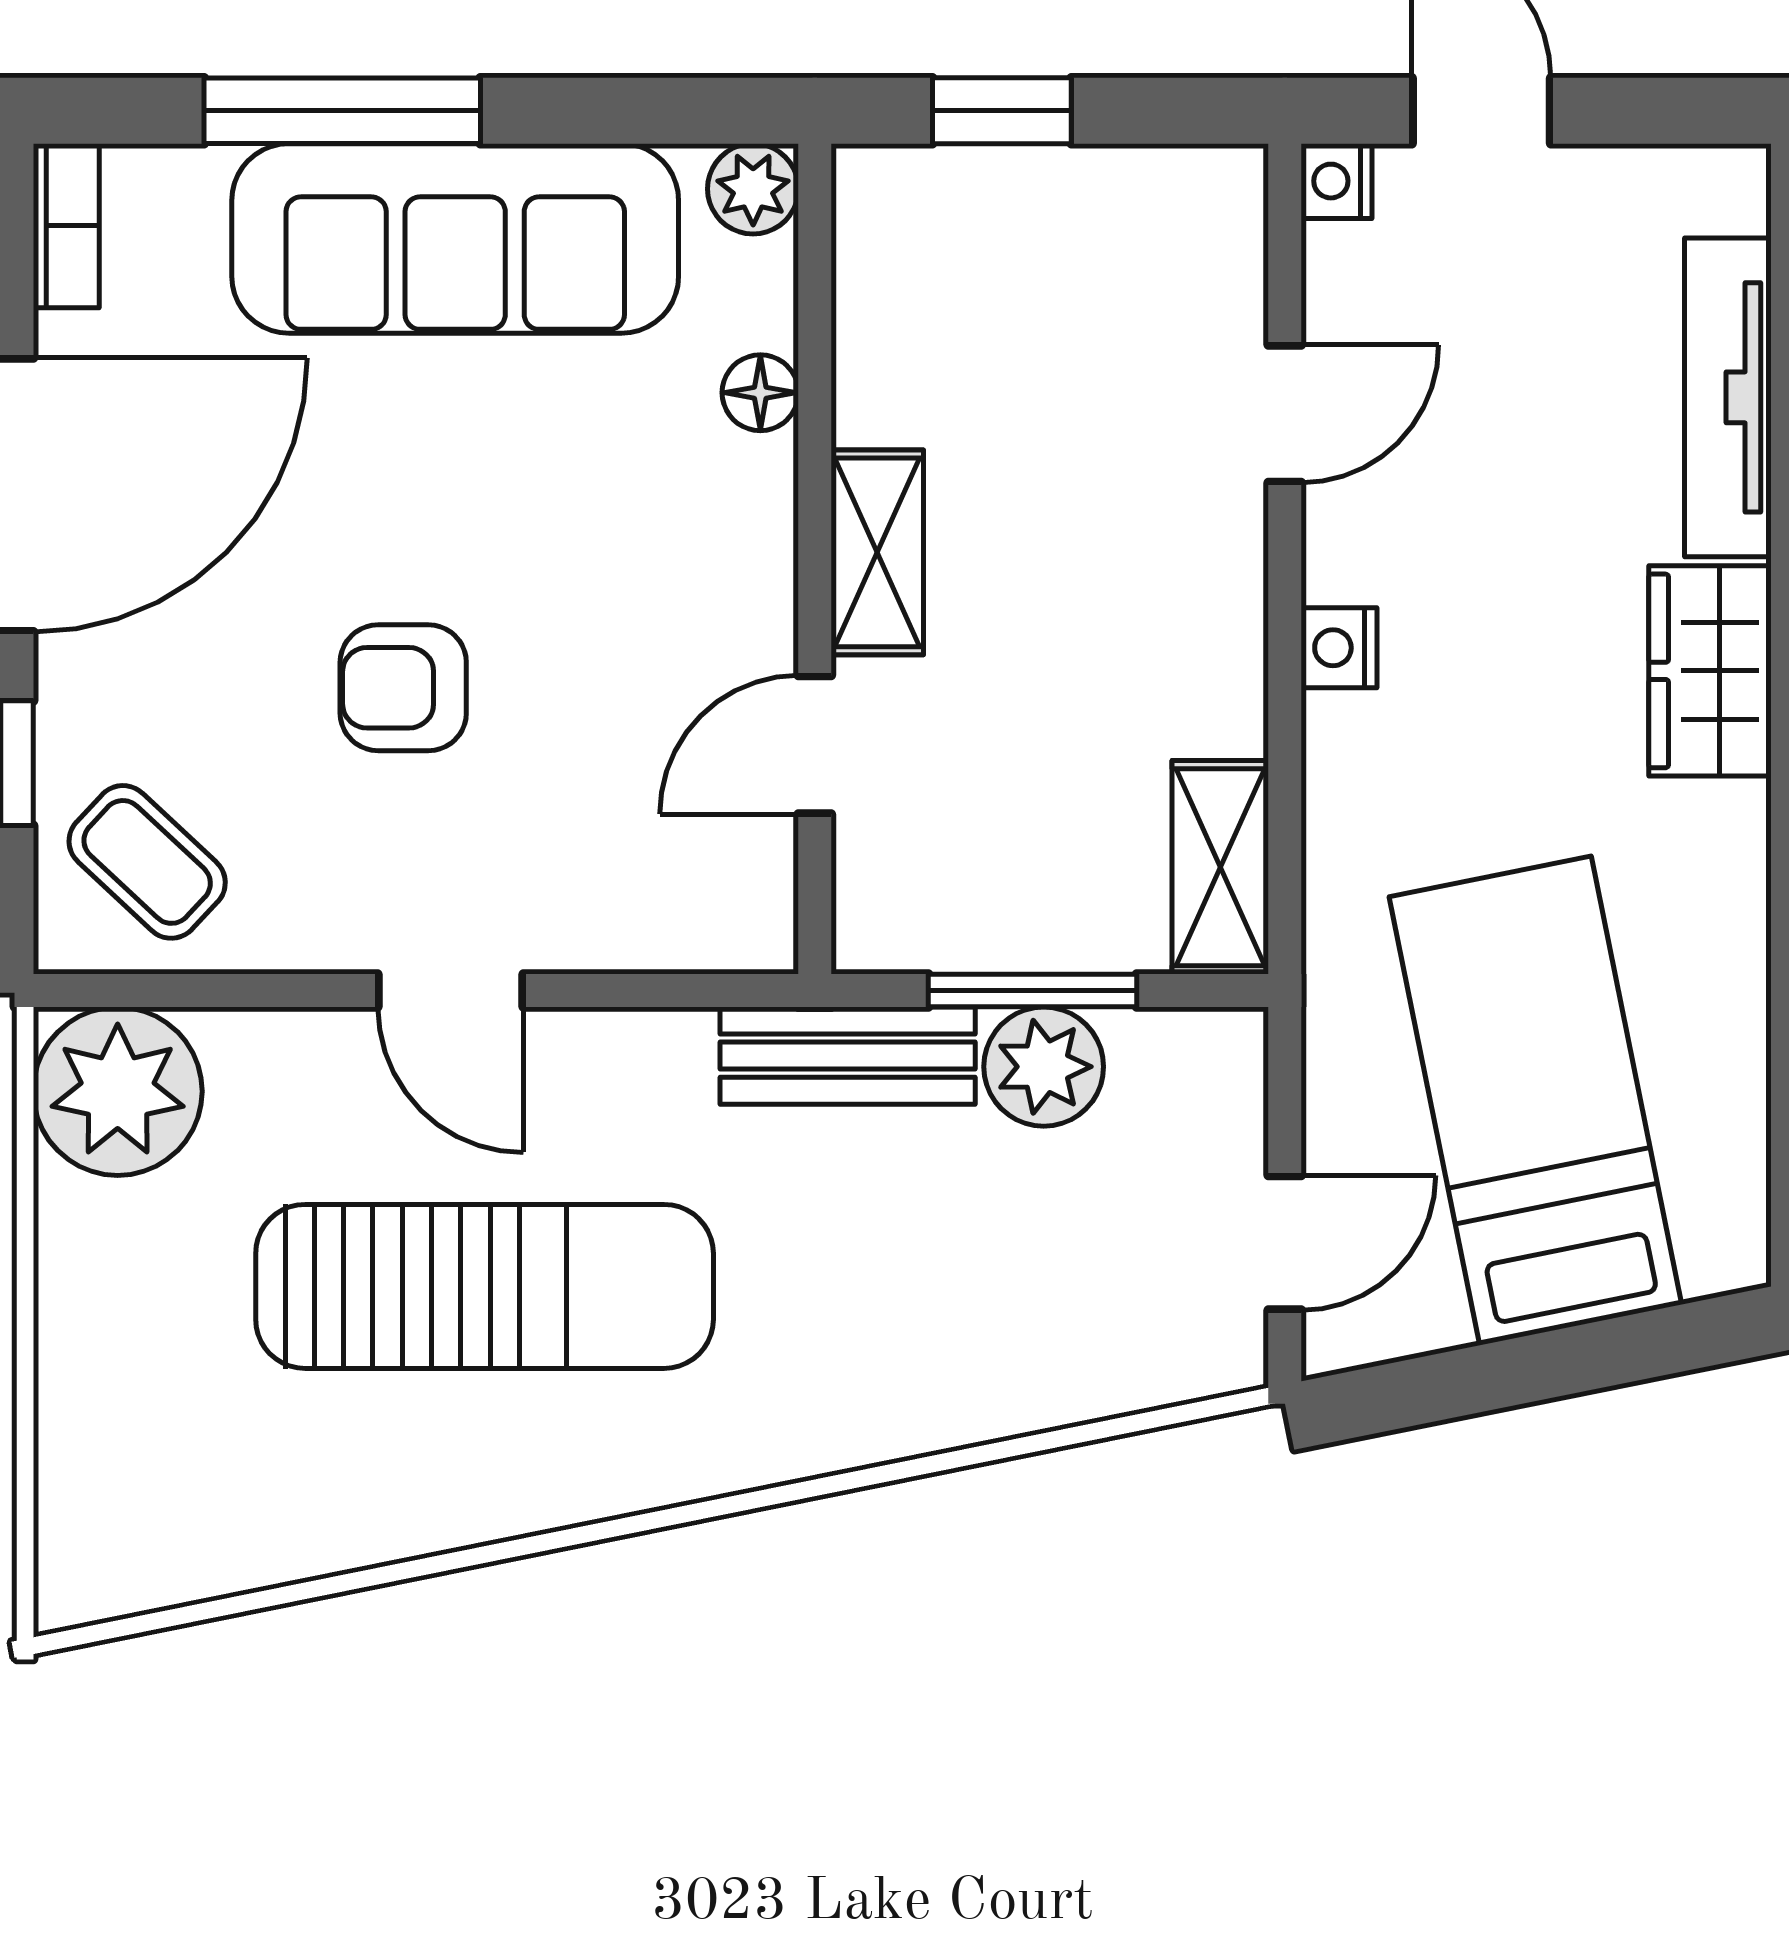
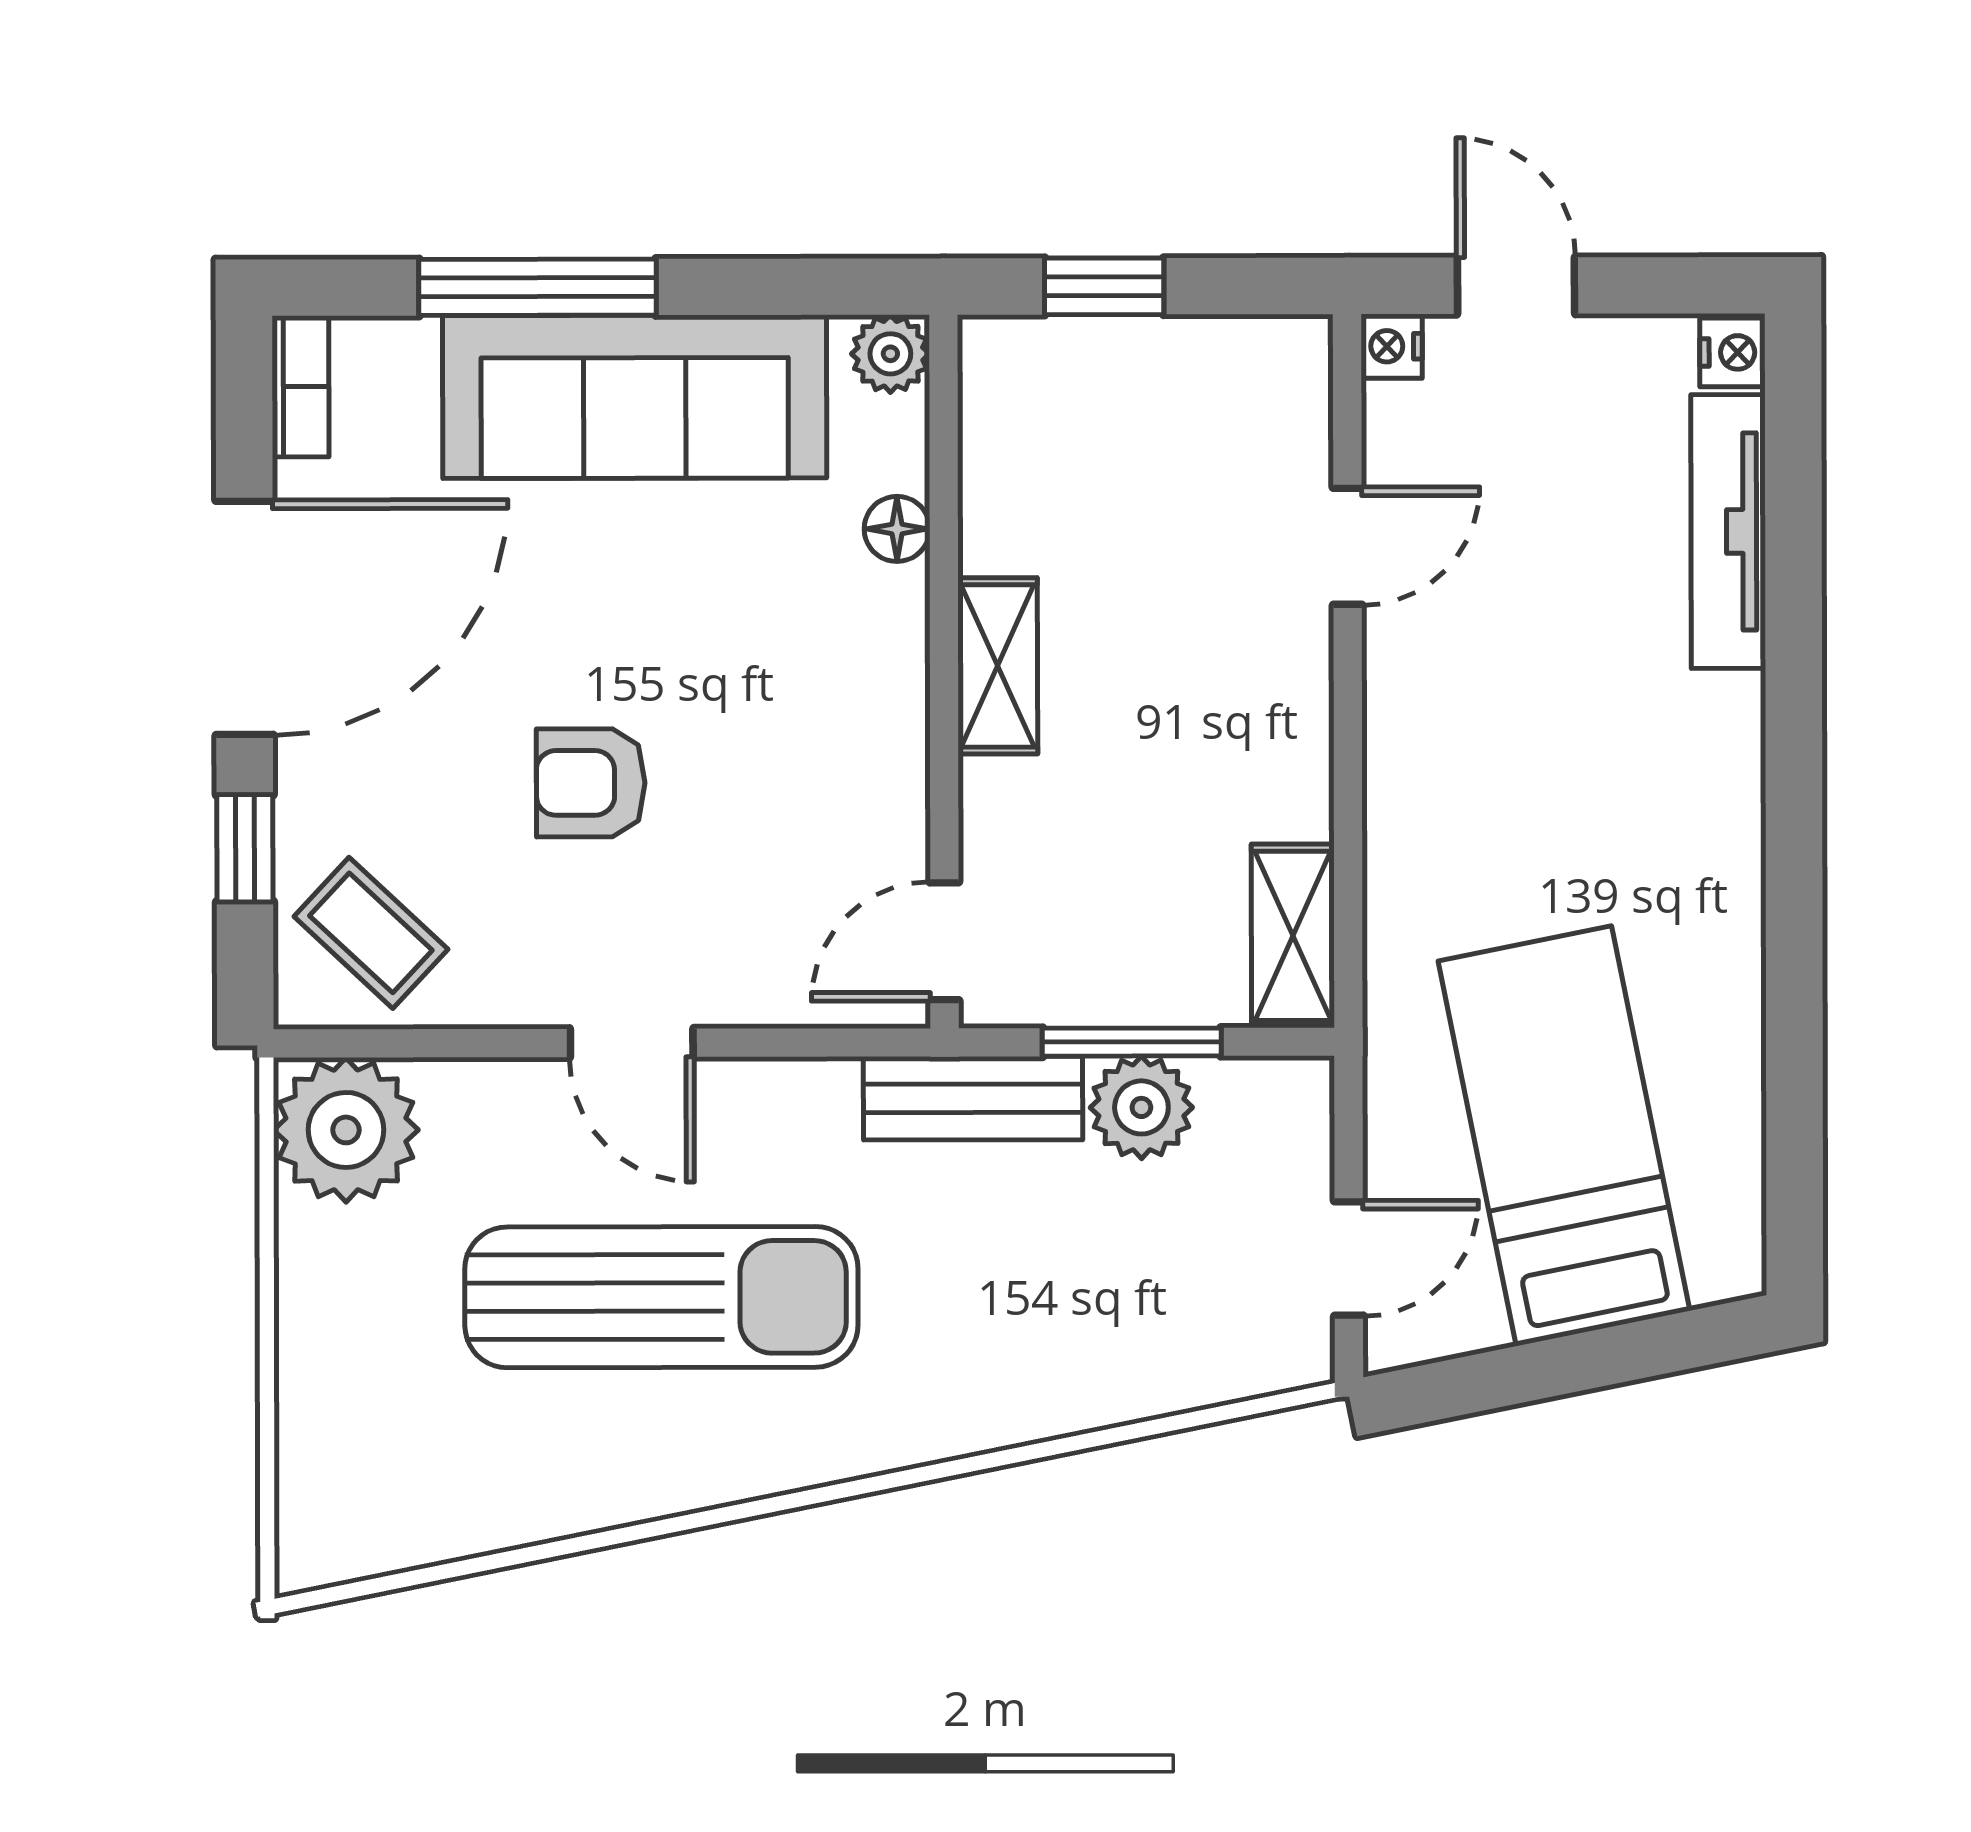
nightstand: (1339, 648) -> (1732, 352), moved, turned 180
wardrobe: (1710, 671) -> (1713, 766), removed
door: (815, 745) -> (944, 941), moved

